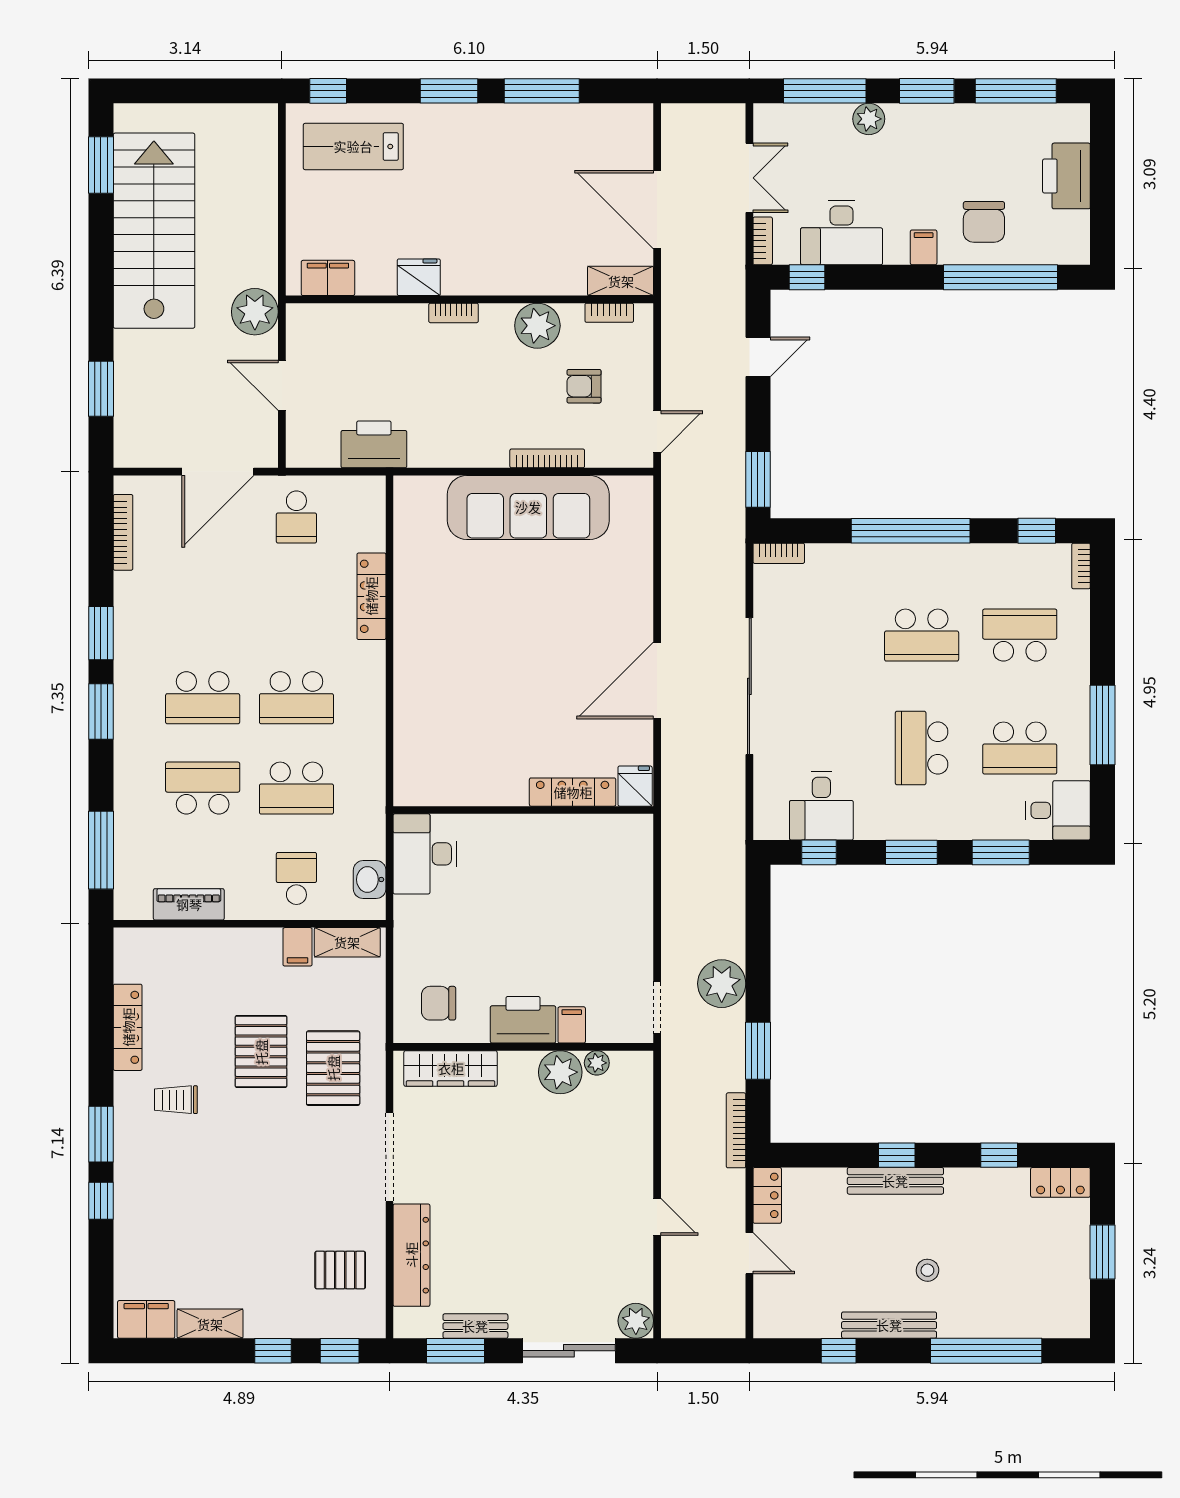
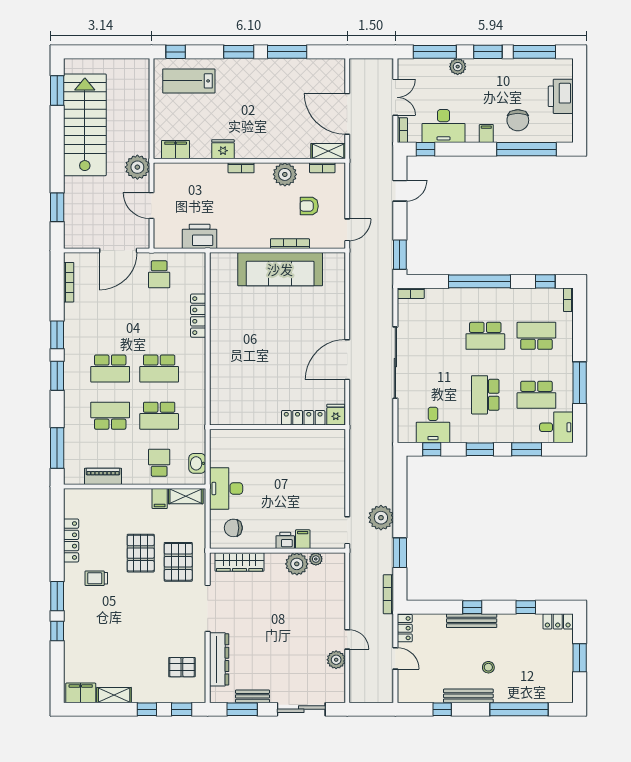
desk: (425, 854) -> (226, 488), moved
printer: (523, 1020) -> (285, 540), width x0.53, depth x0.68
plant: (636, 1321) -> (336, 660), moved

